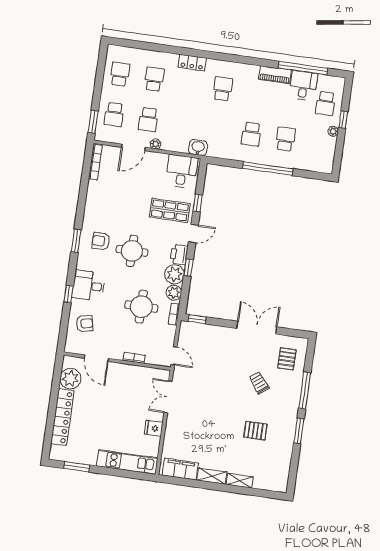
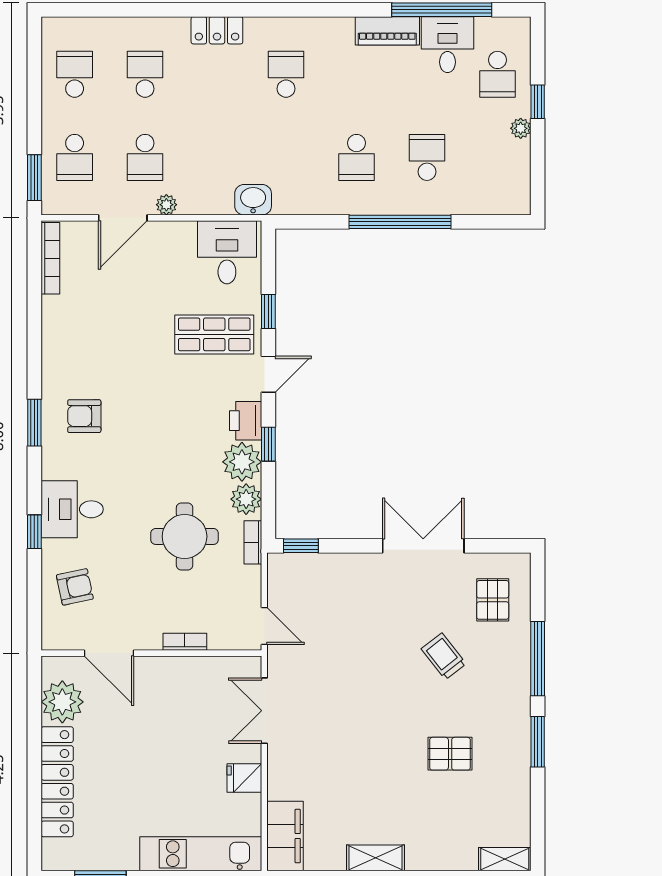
round table: (132, 251) -> (150, 427), removed
filing cabinet: (180, 469) -> (285, 836), moved, turned 90
shelving: (240, 481) -> (505, 859), moved

